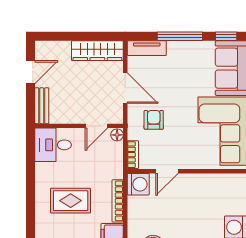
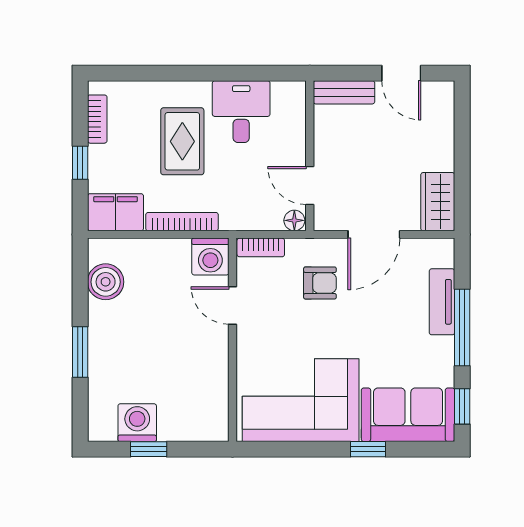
tv unit: (147, 48) -> (442, 302), moved
wardrobe: (97, 51) -> (438, 202), width x0.67
desk: (53, 145) -> (241, 112), moved

